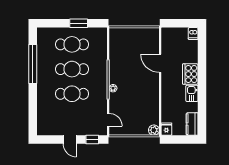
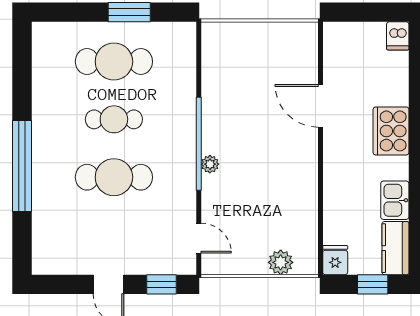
window: (33, 64) -> (22, 166), moved
cafe table: (72, 69) -> (114, 119), width x0.73, depth x0.74
kitchen sink: (192, 93) -> (395, 200), moved
plant: (154, 130) -> (281, 262), moved
window: (182, 140) -> (373, 284), added

